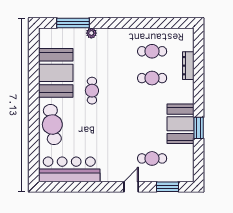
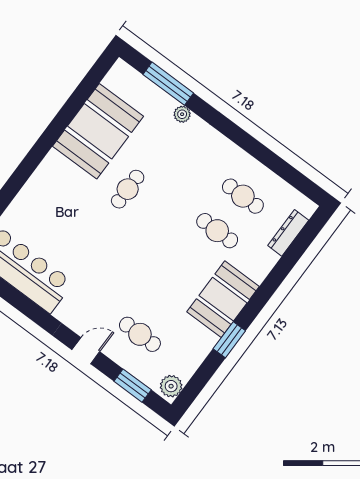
dresser: (188, 66) -> (288, 233), moved
booth: (180, 124) -> (223, 299), moved
cafe table: (52, 125) -> (44, 195), removed
plant: (187, 173) -> (171, 386), added

